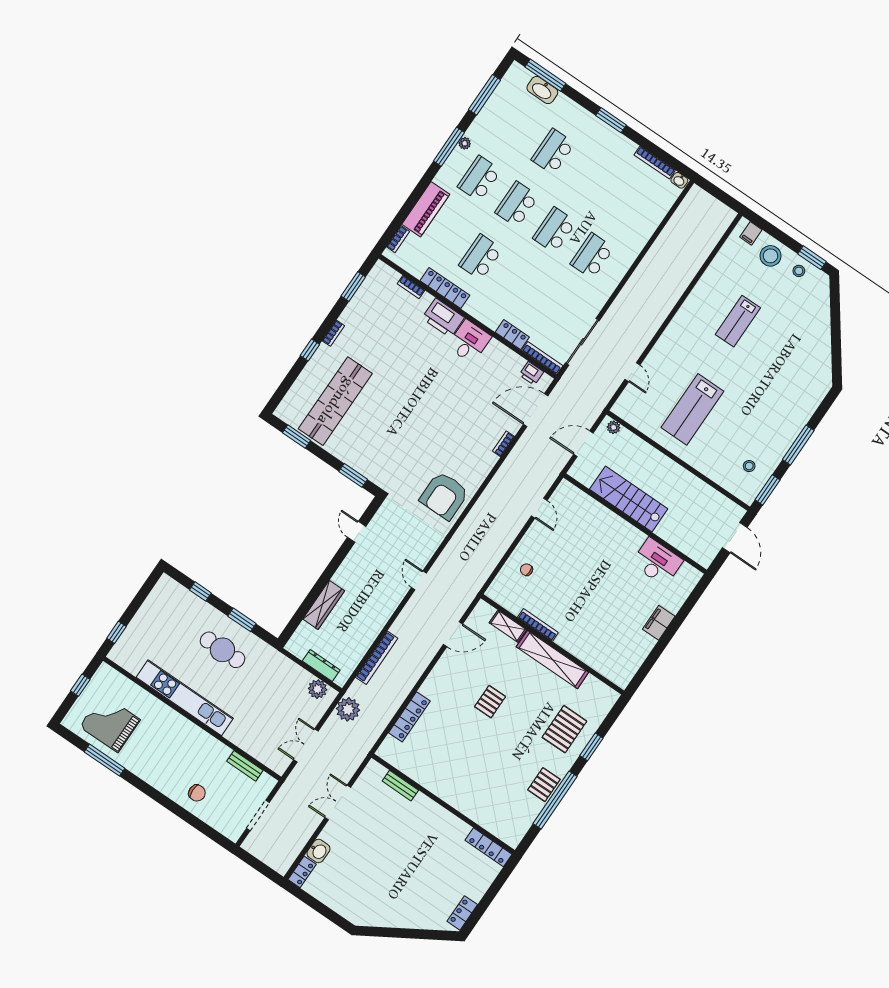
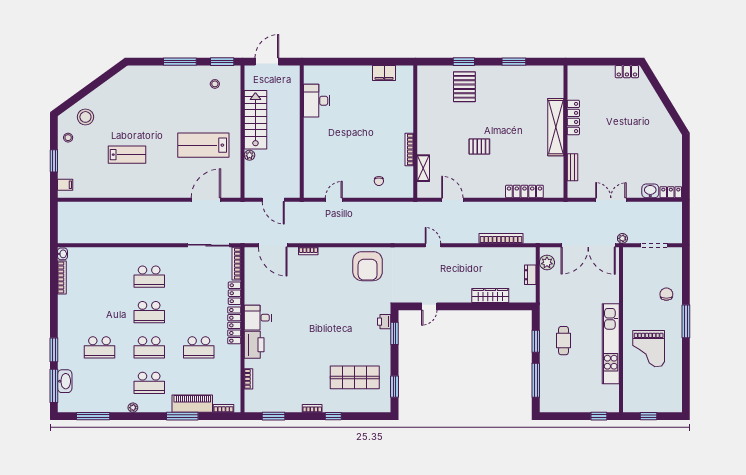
window: (611, 120) -> (54, 350), moved
window: (449, 147) -> (182, 416), moved
stool: (771, 256) -> (85, 117), moved
window: (812, 258) -> (54, 161), moved
locker: (445, 288) -> (234, 325), moved
door: (632, 372) -> (206, 200), width x1.87
printer: (531, 373) -> (384, 322), moved, turned 180
shop shelf: (335, 401) -> (355, 377), width x0.71
lab bench: (692, 409) -> (203, 145), turned 180
plant: (614, 427) -> (250, 155), moved
armchair: (444, 496) -> (368, 266), turned 90
stairs: (629, 499) -> (255, 120), moved, turned 180
door: (419, 580) -> (433, 245), swing flipped
window: (200, 591) -> (536, 380), width x2.17
filing cabinet: (659, 623) -> (384, 73), moved
cafe table: (222, 650) -> (563, 341), width x0.73, depth x0.74
shelving: (552, 660) -> (556, 127), moved
dresser: (321, 666) -> (530, 275), width x0.70
plant: (348, 709) -> (622, 238), moved, width x0.53, depth x0.53
grand piano: (110, 723) -> (649, 349), moved
pallet: (564, 729) -> (464, 87), turned 90
double door: (306, 745) -> (588, 245), width x1.87
window: (104, 760) -> (686, 321), moved
bench: (245, 766) -> (628, 275), removed
pallet: (544, 785) -> (509, 76), removed
window: (555, 800) -> (514, 62), width x0.47
double door: (338, 803) -> (611, 200), swing flipped
locker: (489, 847) -> (573, 117), moved

